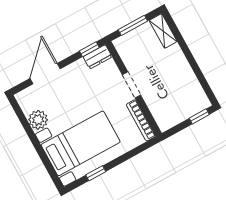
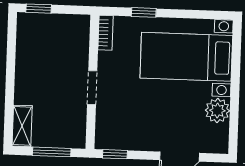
dresser: (98, 57) -> (111, 140), removed
bookcase: (141, 120) -> (105, 33), width x0.64
window: (96, 173) -> (144, 12), moved

